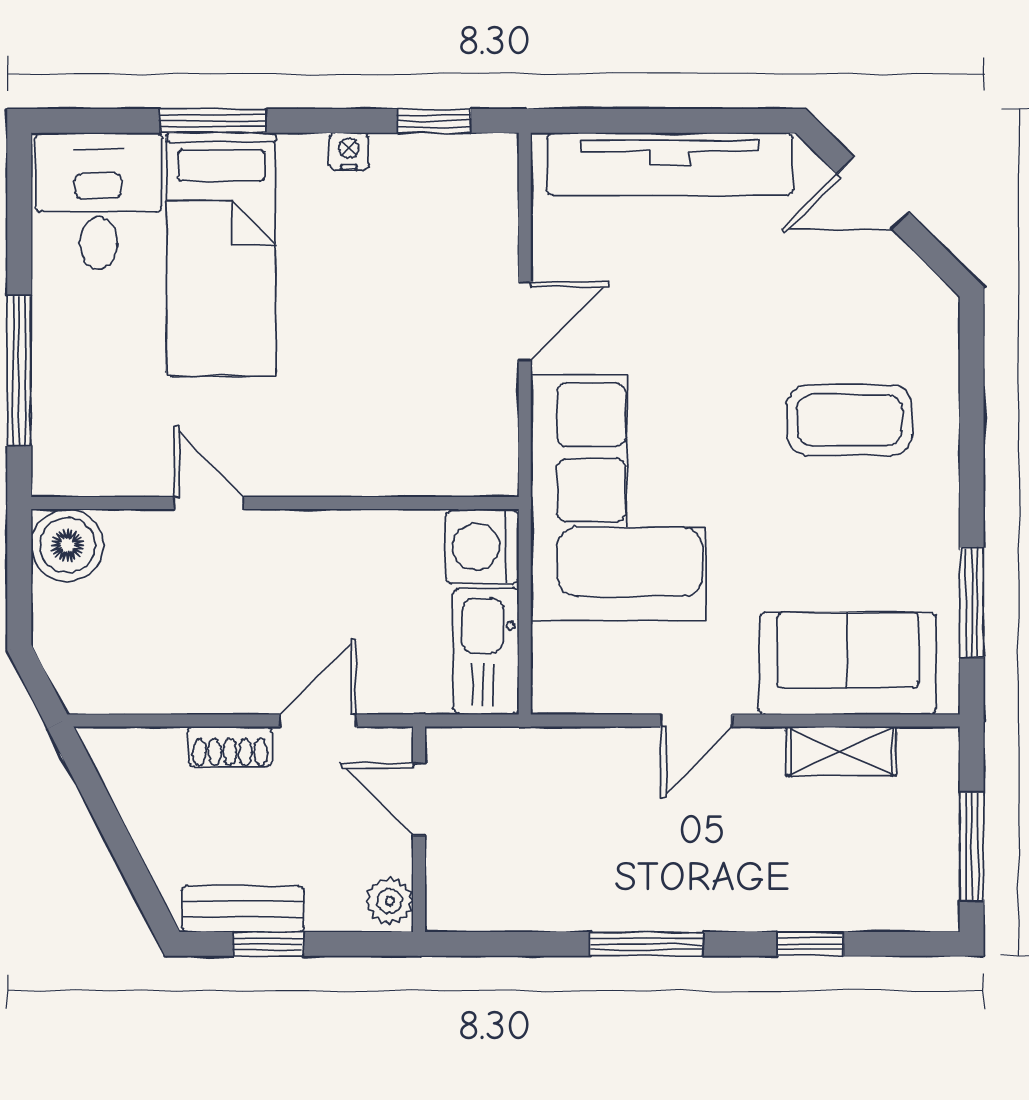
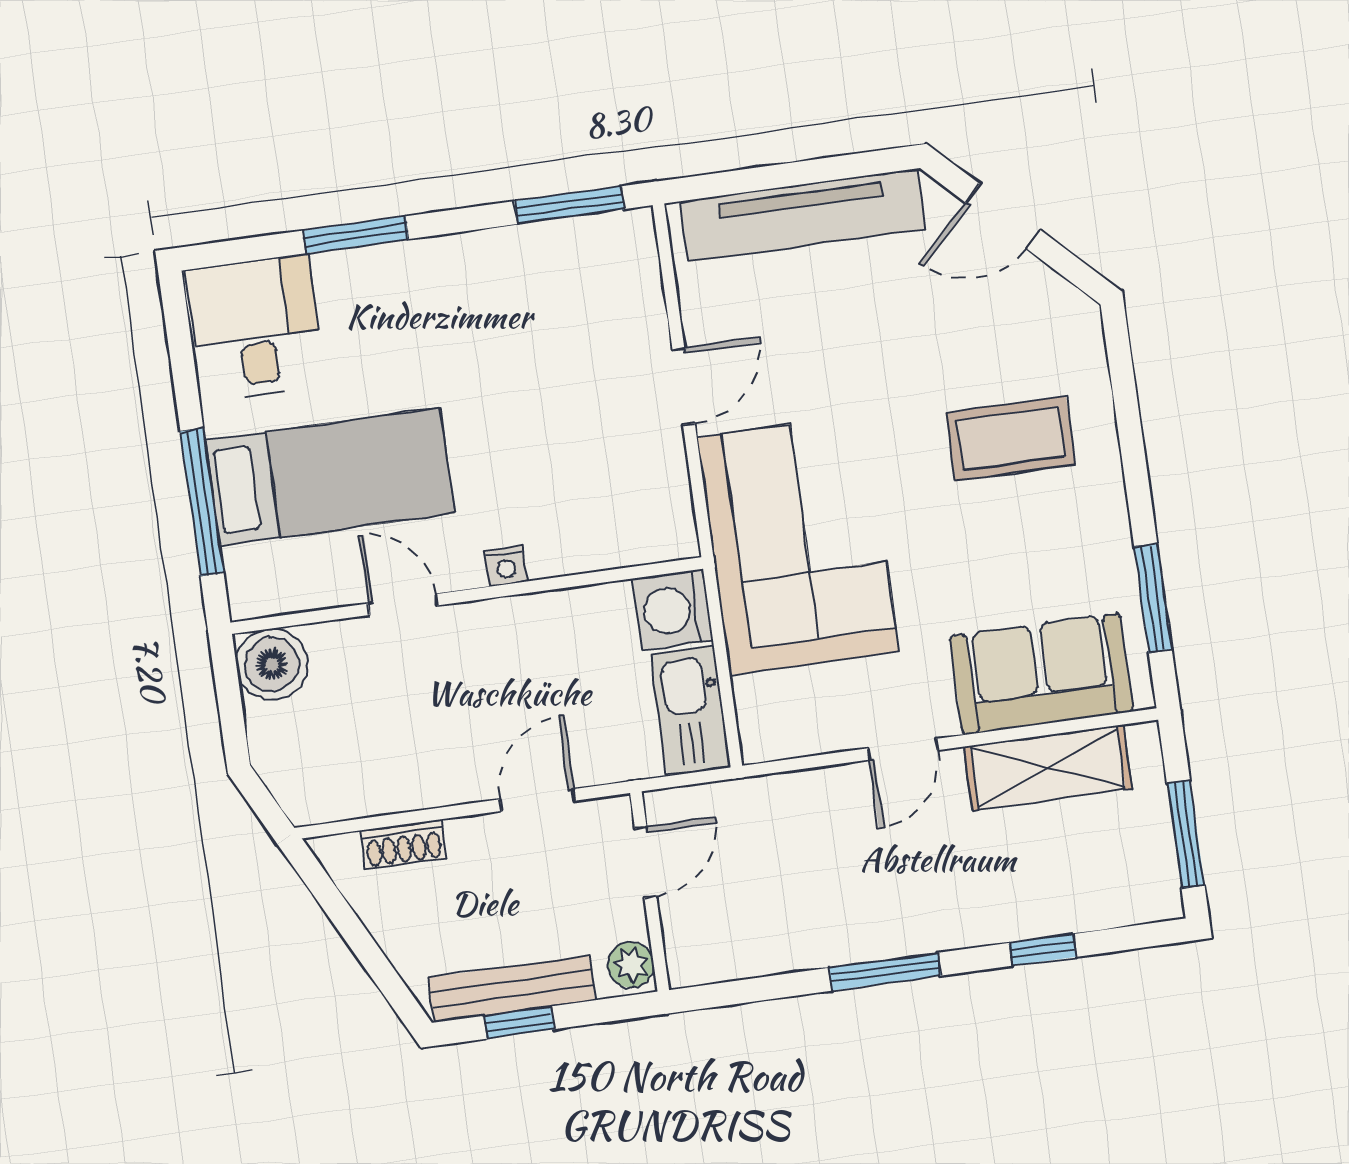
window: (434, 121) -> (569, 205), width x1.50
nightstand: (349, 151) -> (506, 566), moved, turned 180
bed: (221, 254) -> (330, 477), moved, turned -90
shoe rack: (230, 747) -> (403, 844), moved
shelving: (841, 751) -> (1048, 767), width x1.50, depth x1.33
door: (419, 799) -> (646, 862), swing flipped
bench: (243, 909) -> (512, 989), width x1.36

